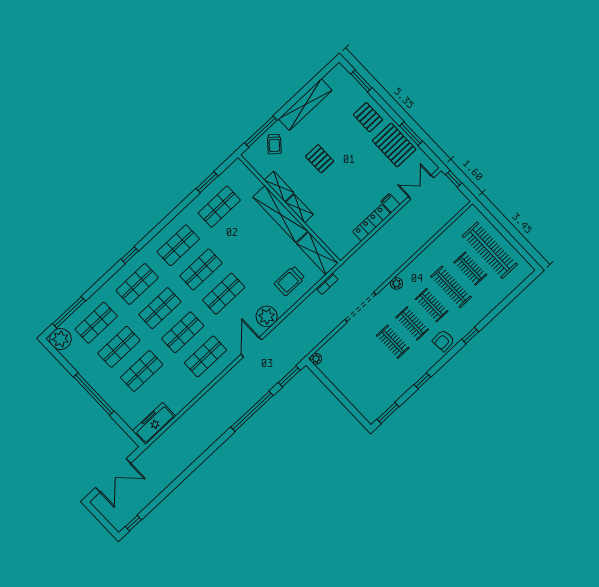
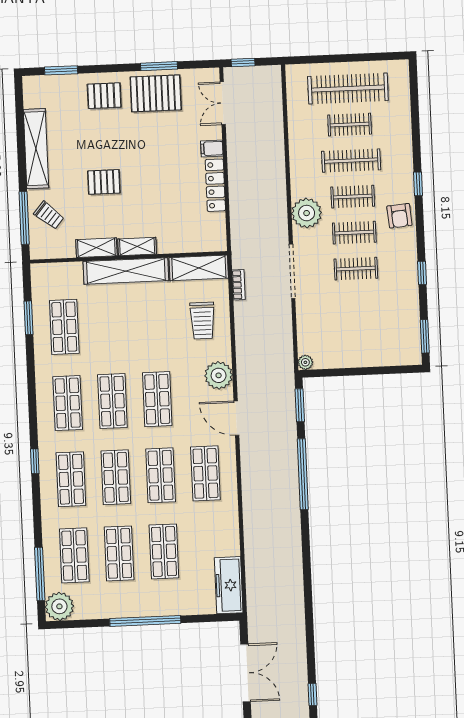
plant: (396, 283) -> (307, 213), width x1.87, depth x1.87

